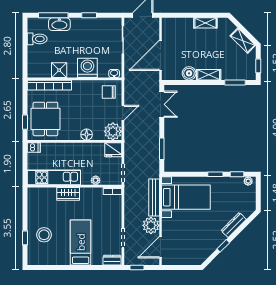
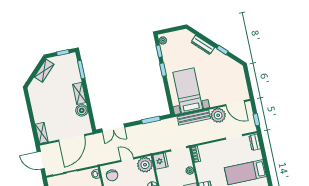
shelving: (205, 23) -> (42, 133), moved
door: (161, 55) -> (72, 138), hinge flipped
double door: (162, 104) -> (113, 128), swing flipped

